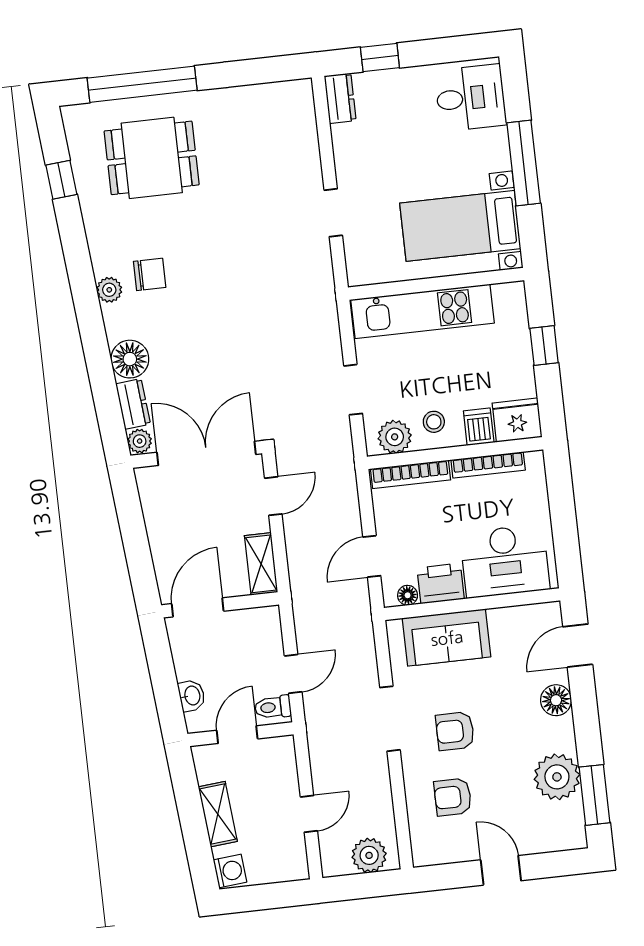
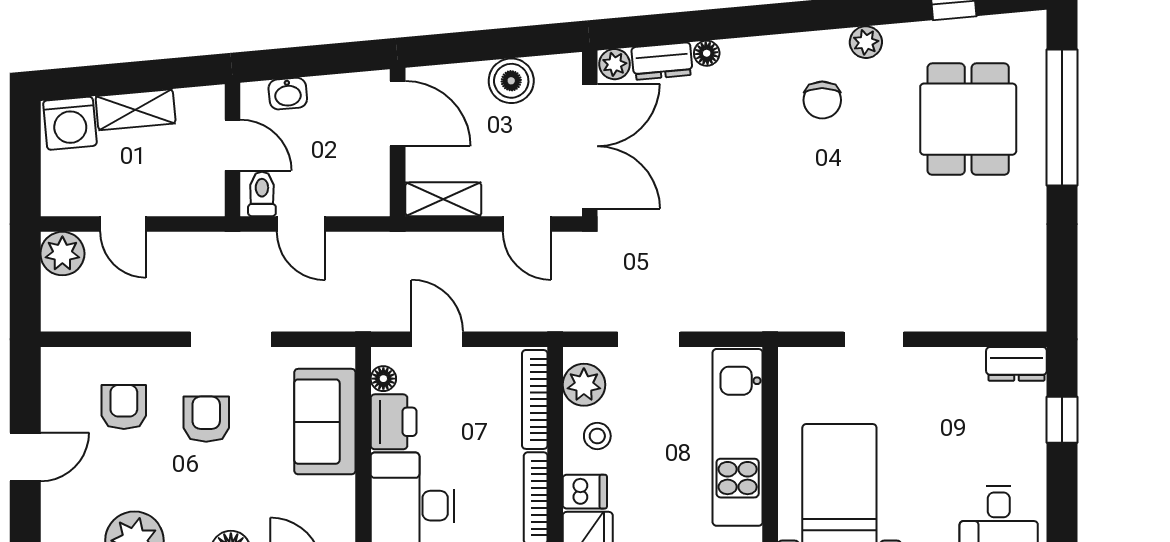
plant: (109, 290) -> (866, 42), moved
floor lamp: (130, 359) -> (707, 53), width x0.53, depth x0.53
boiler: (162, 521) -> (511, 81), added
plant: (369, 855) -> (62, 254), moved
washing machine: (230, 871) -> (70, 123), width x1.38, depth x1.38

